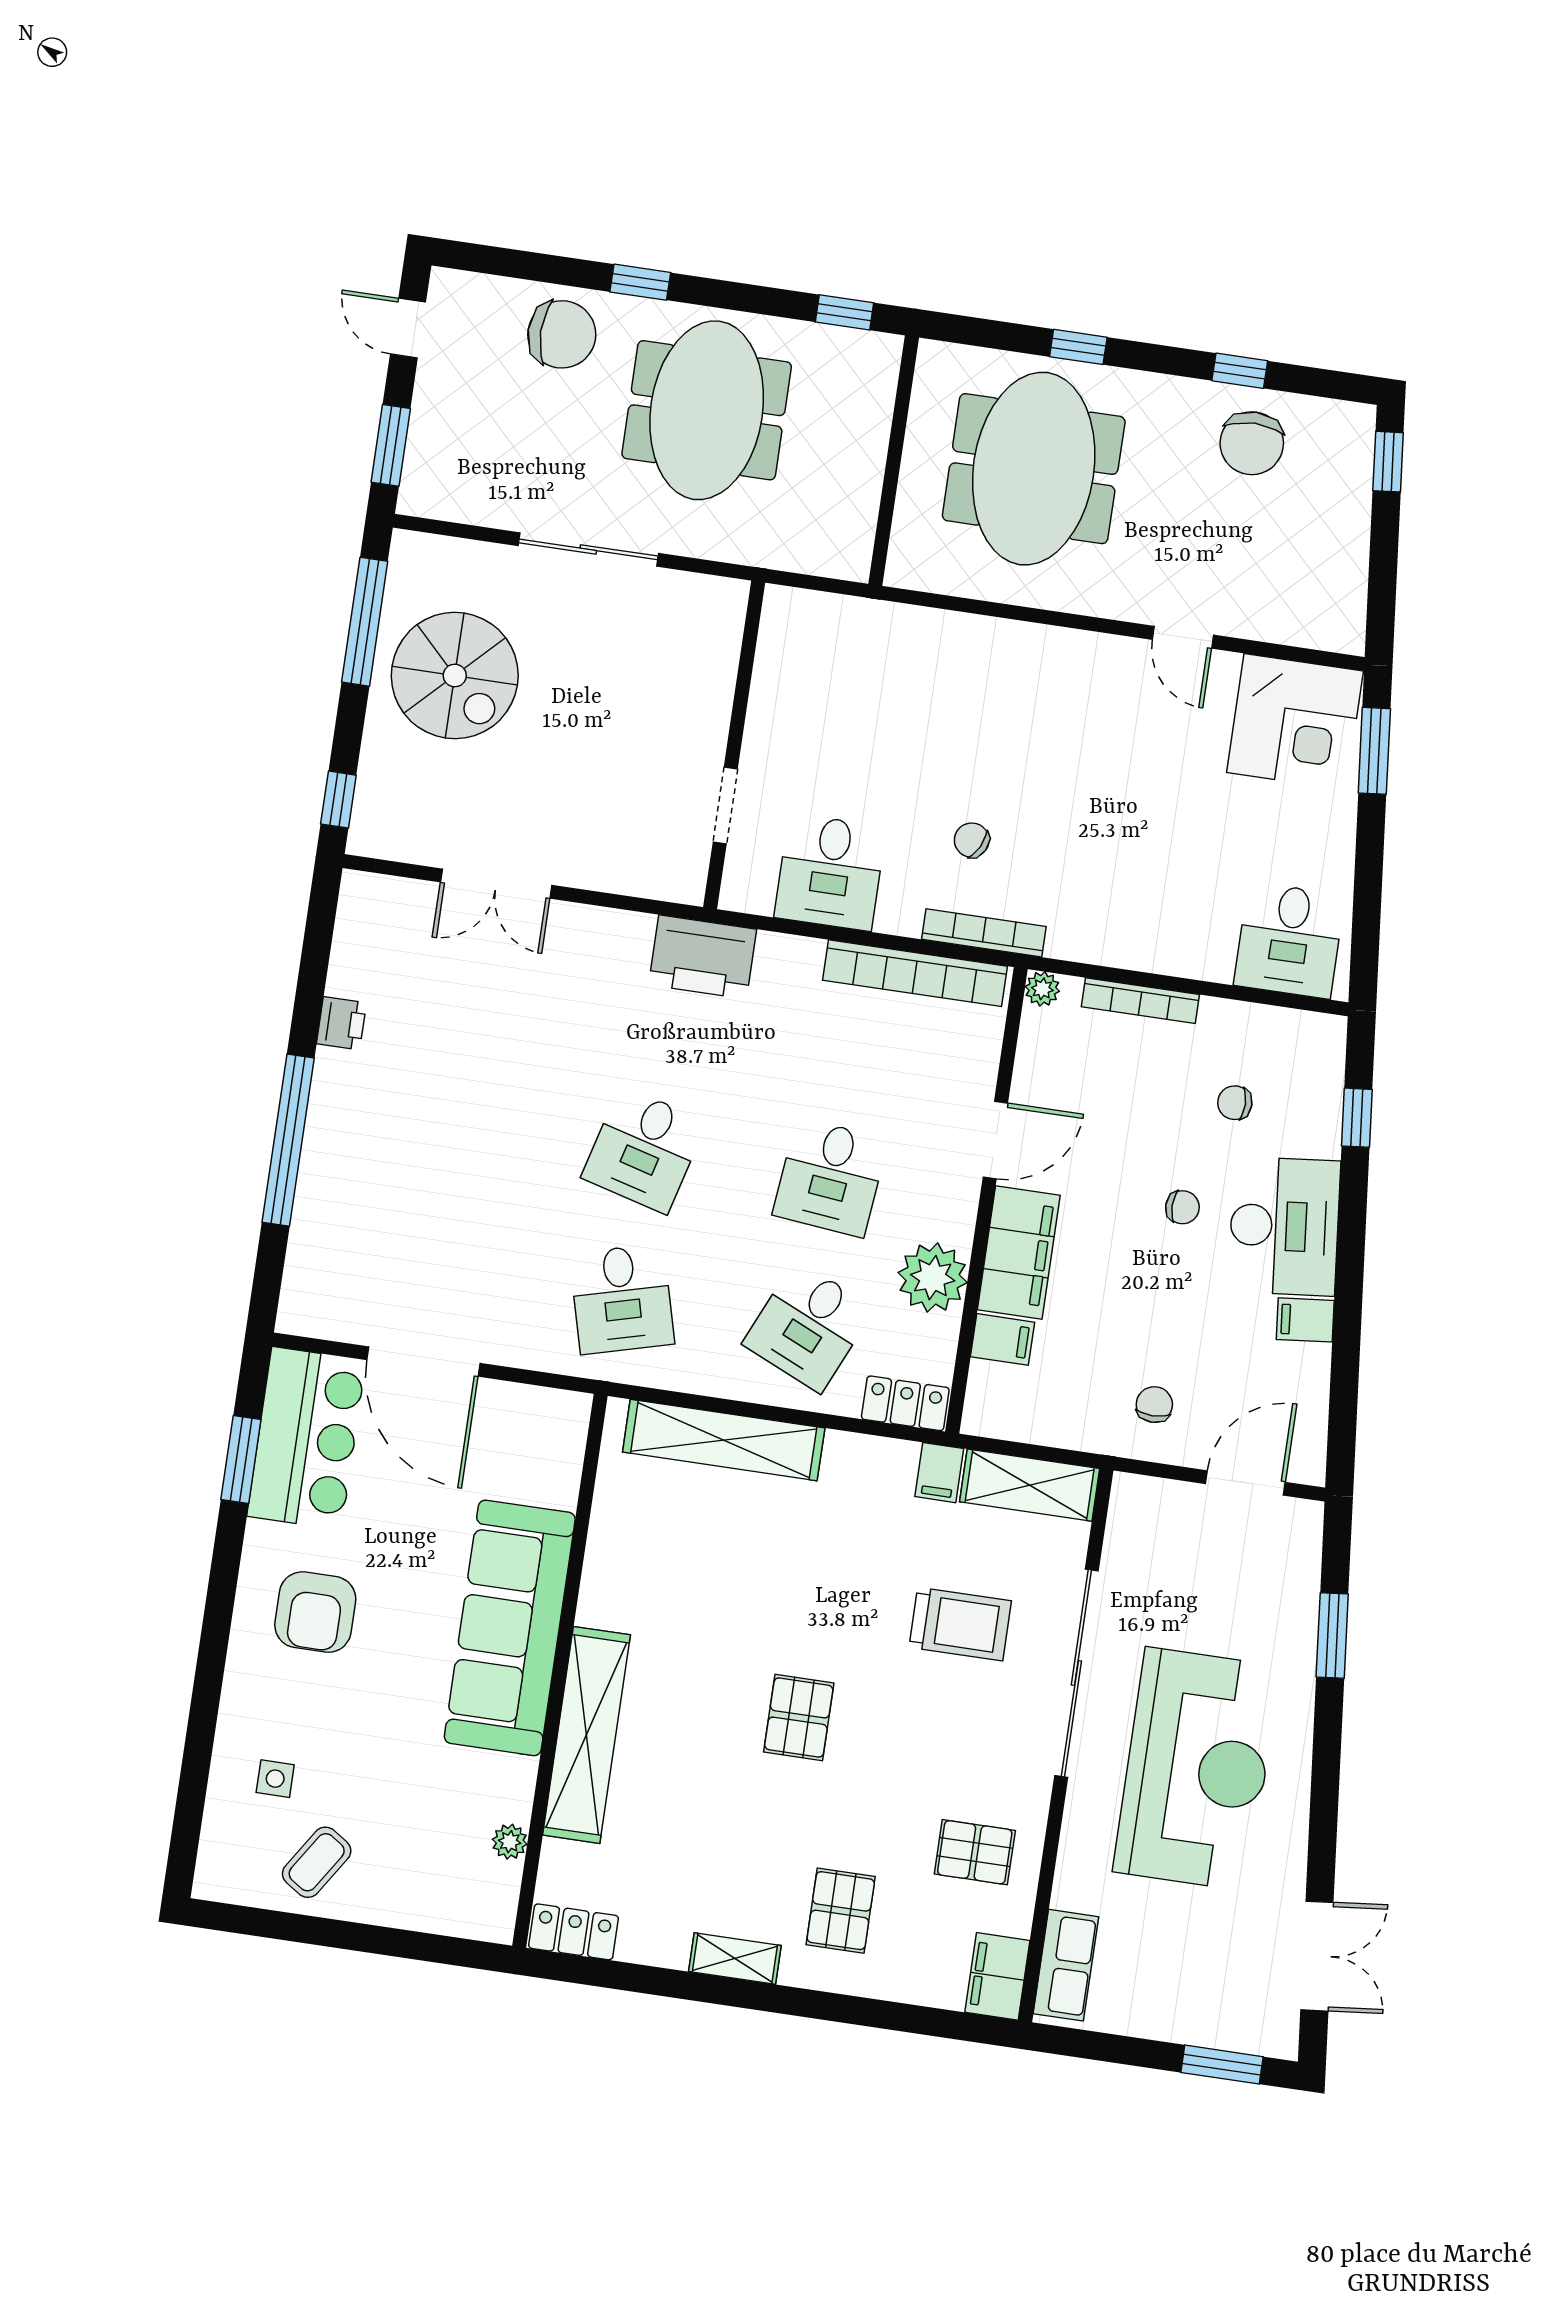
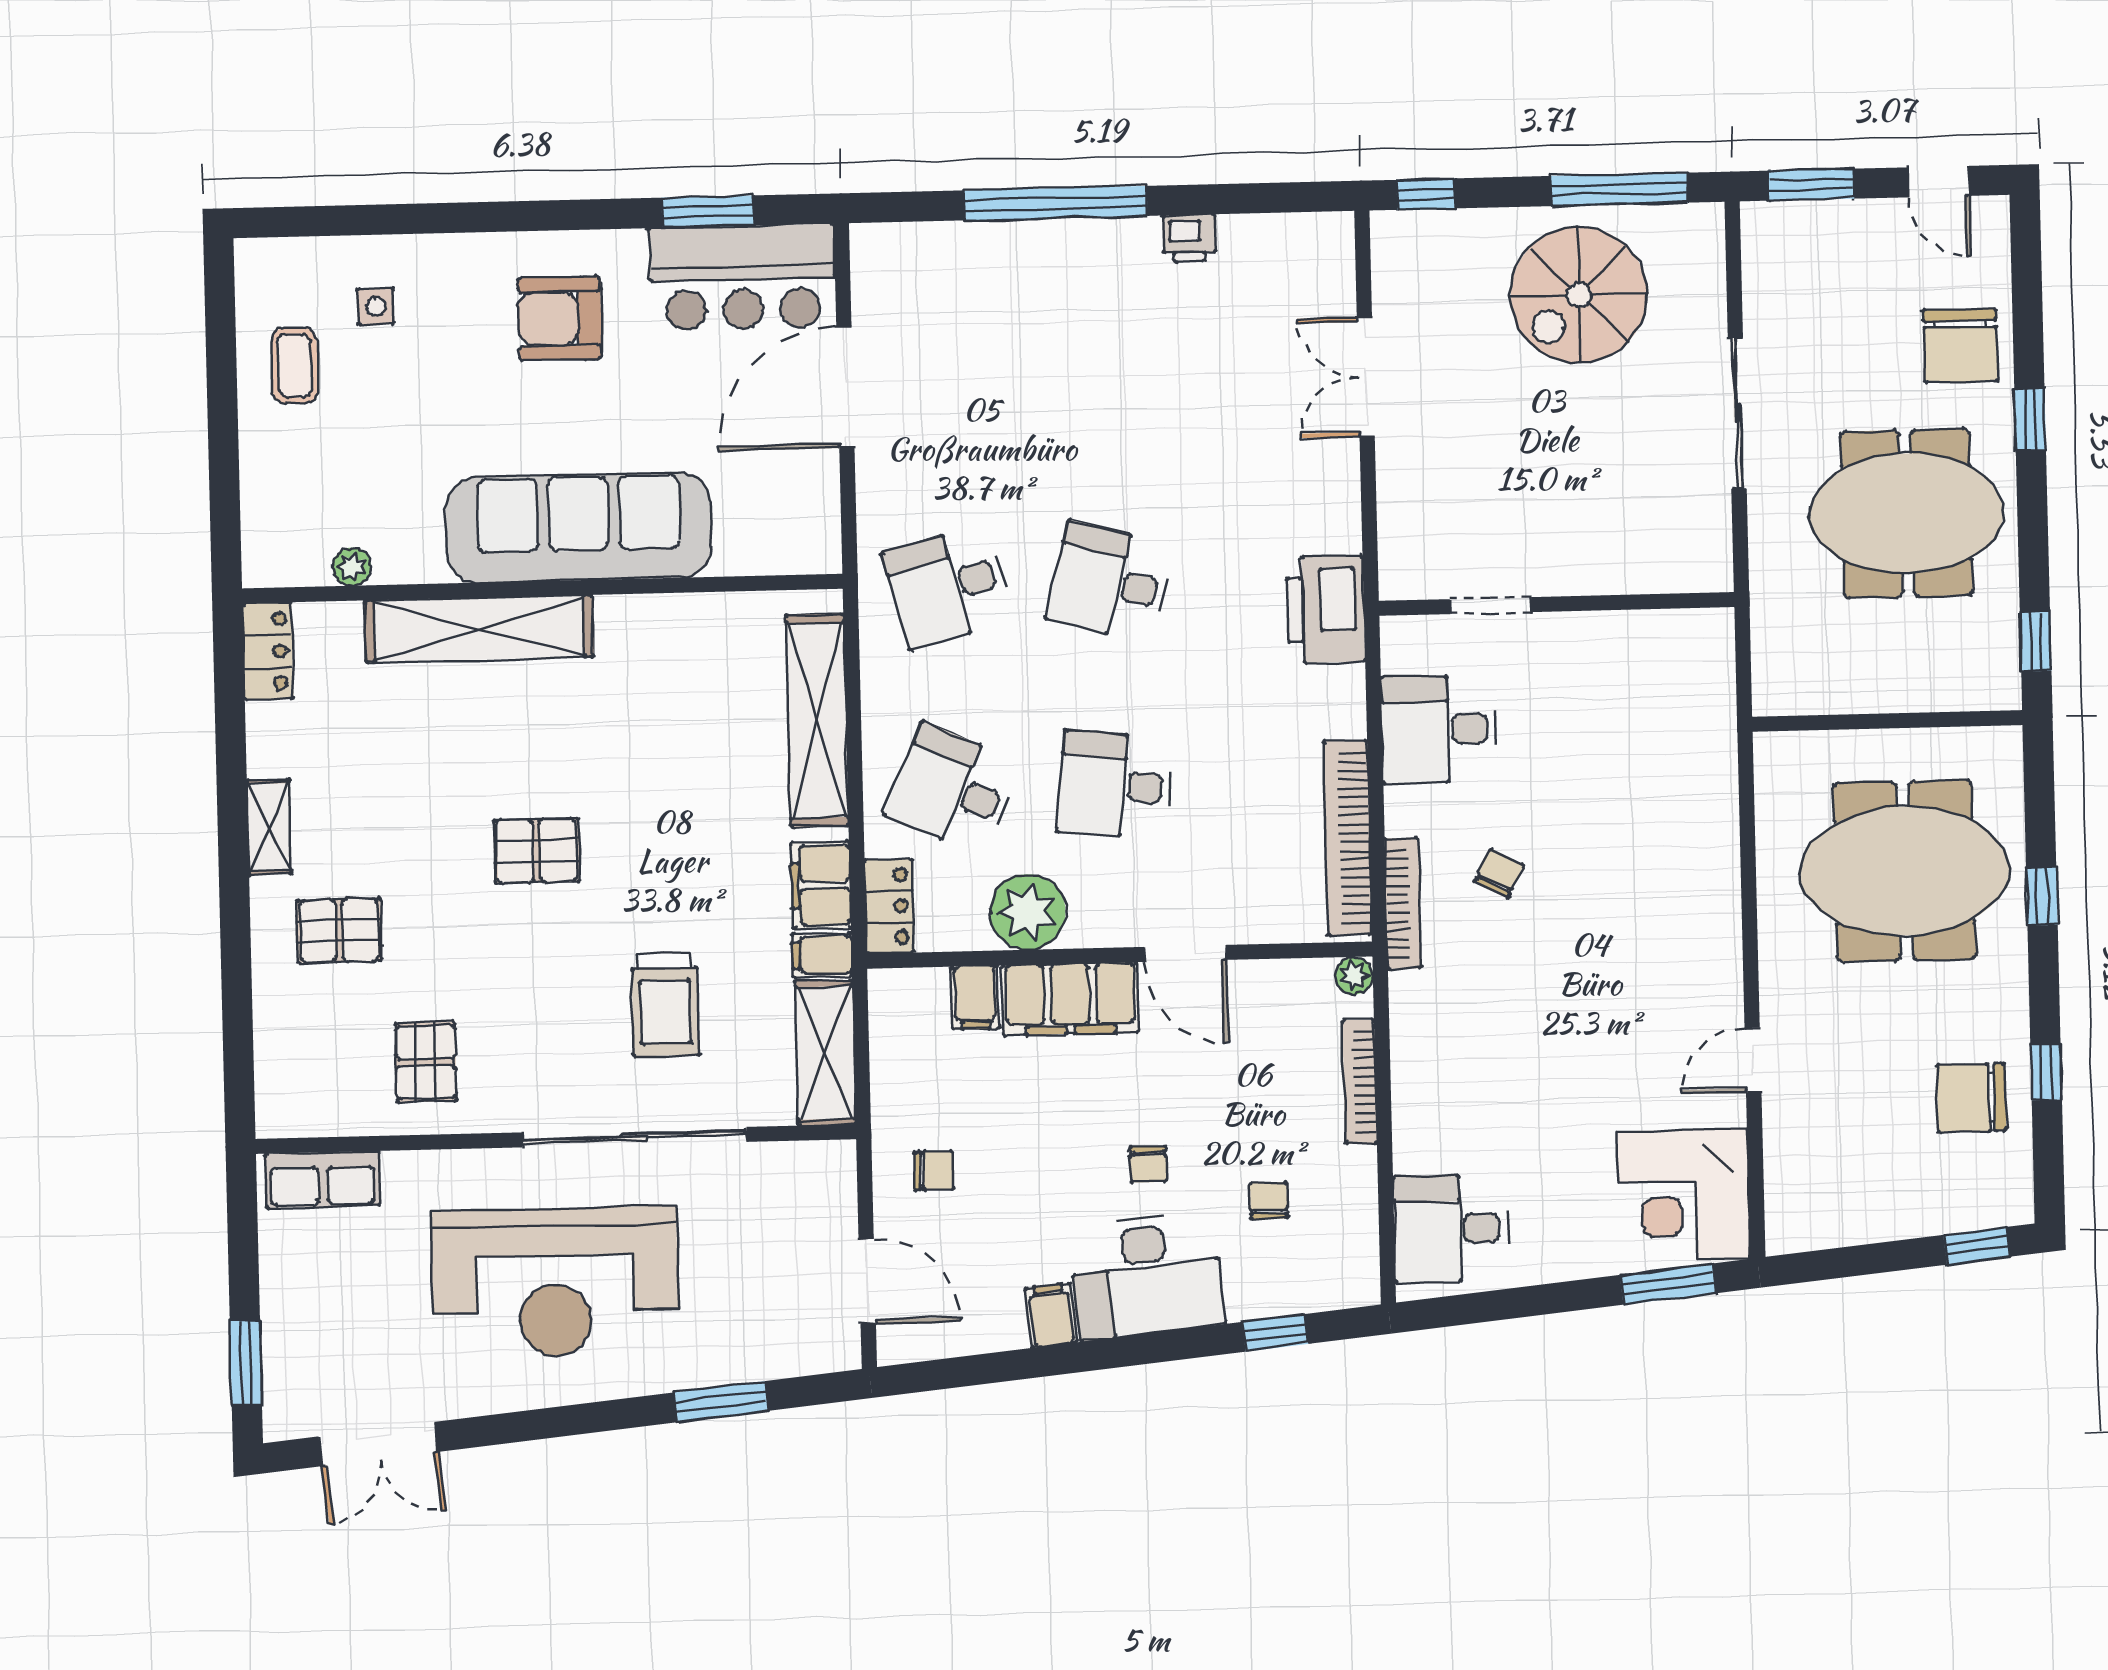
door: (408, 328) -> (1939, 182), swing flipped
coffee table: (317, 1862) -> (295, 366), turned 57
filing cabinet: (997, 1976) -> (821, 885), moved, turned -90

